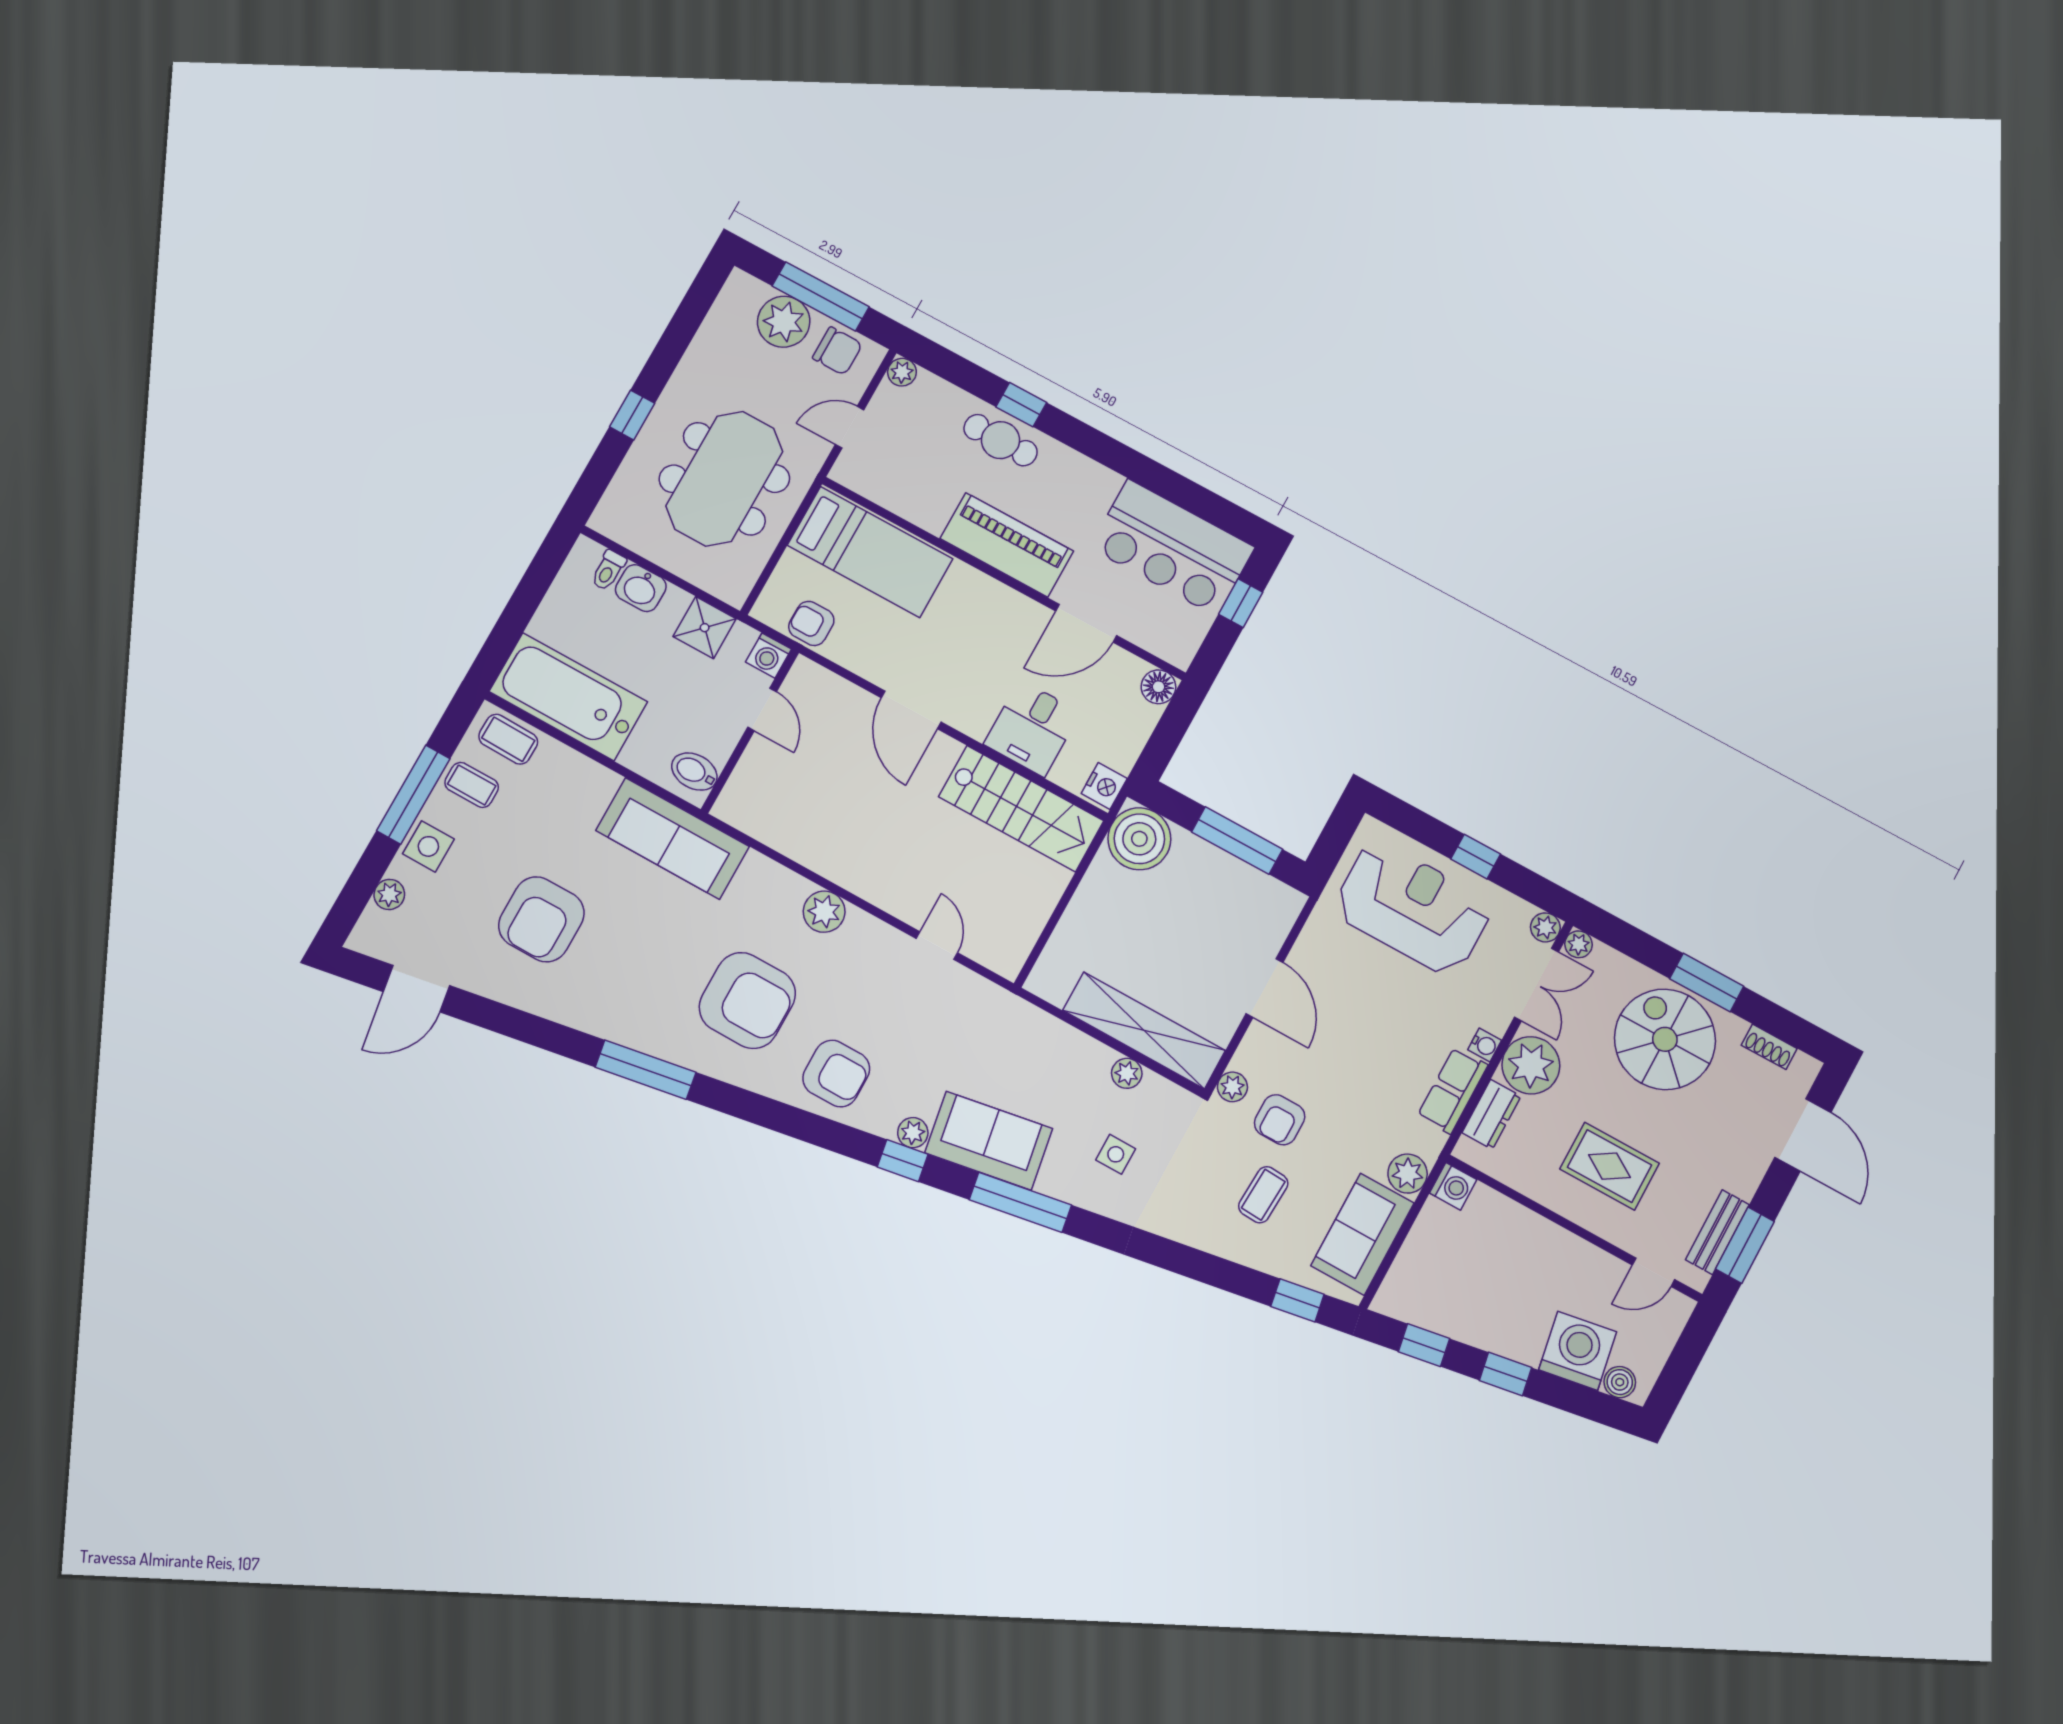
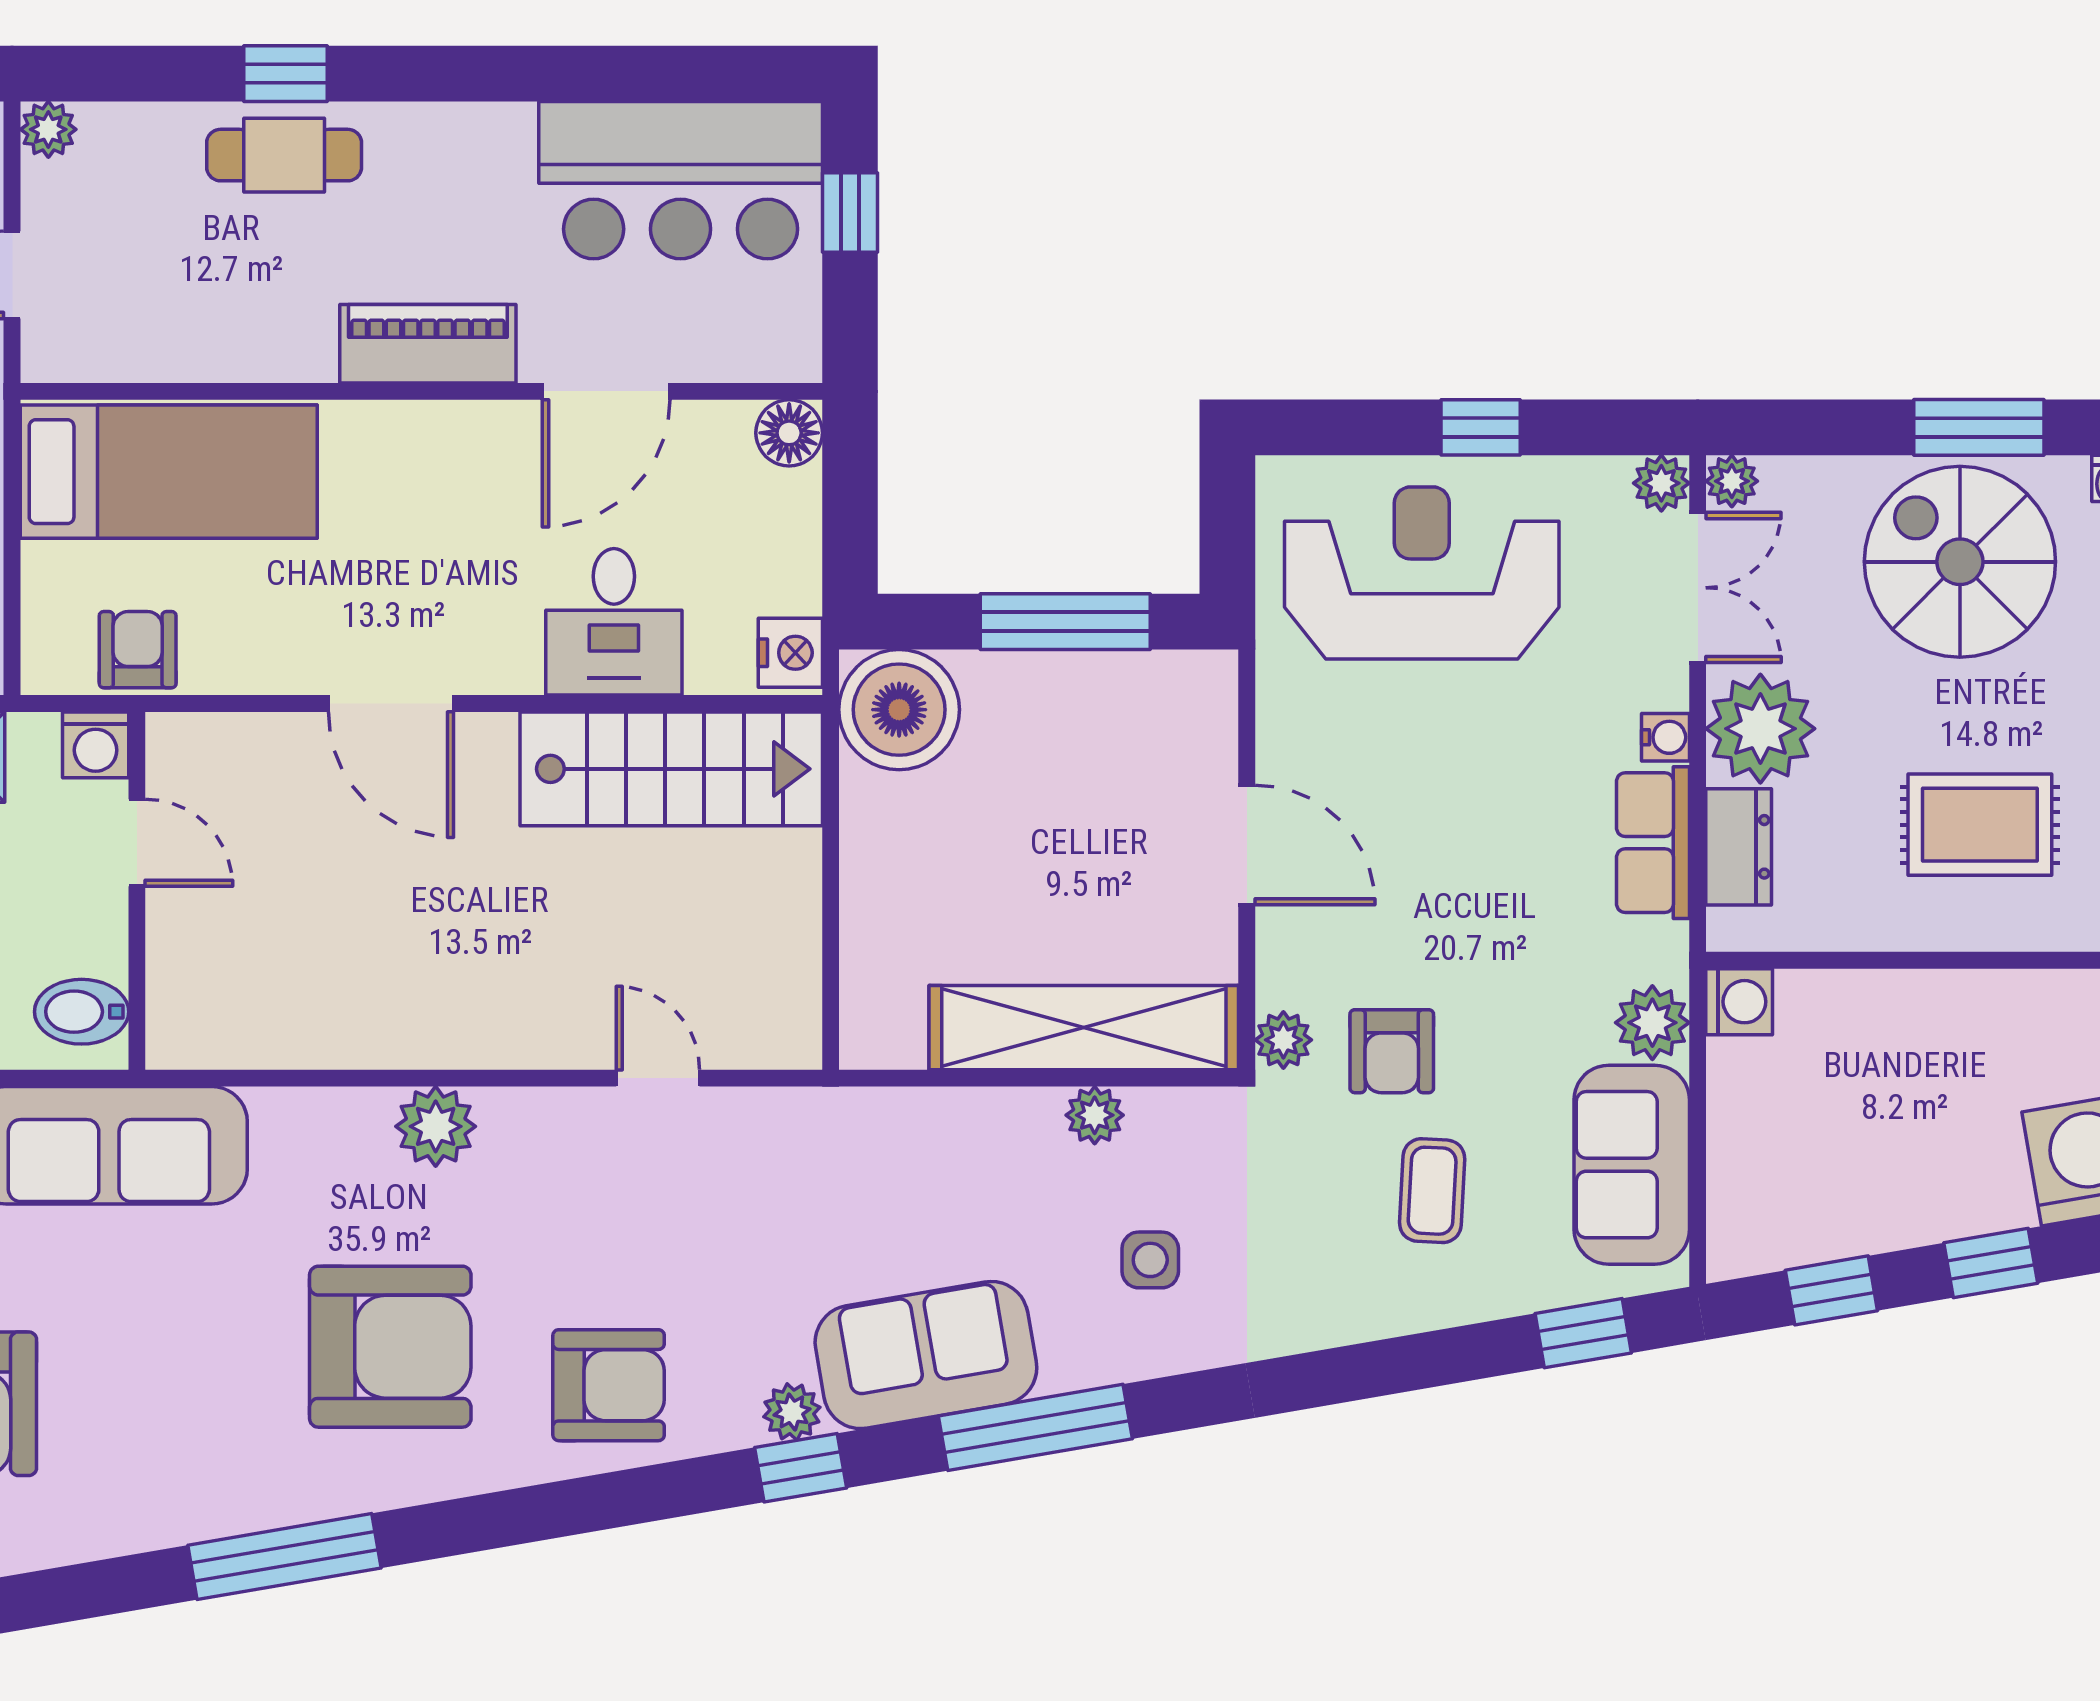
piano: (1007, 545) -> (428, 344), width x0.73, depth x0.75
armchair: (811, 623) -> (138, 650), turned 90

